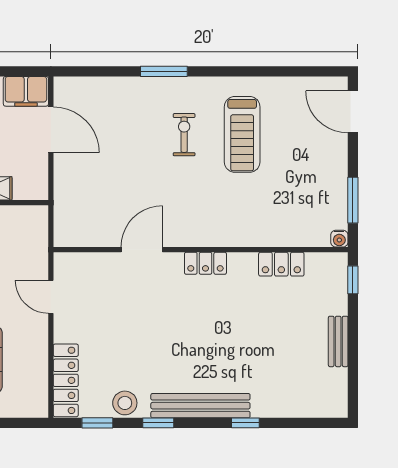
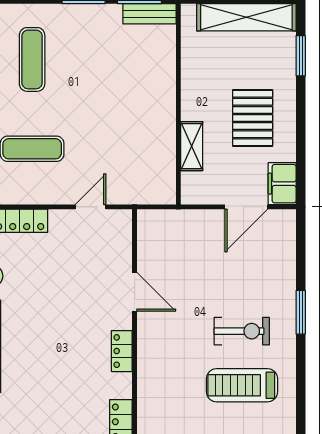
exercise bike: (184, 135) -> (242, 331), width x1.38, depth x1.39

